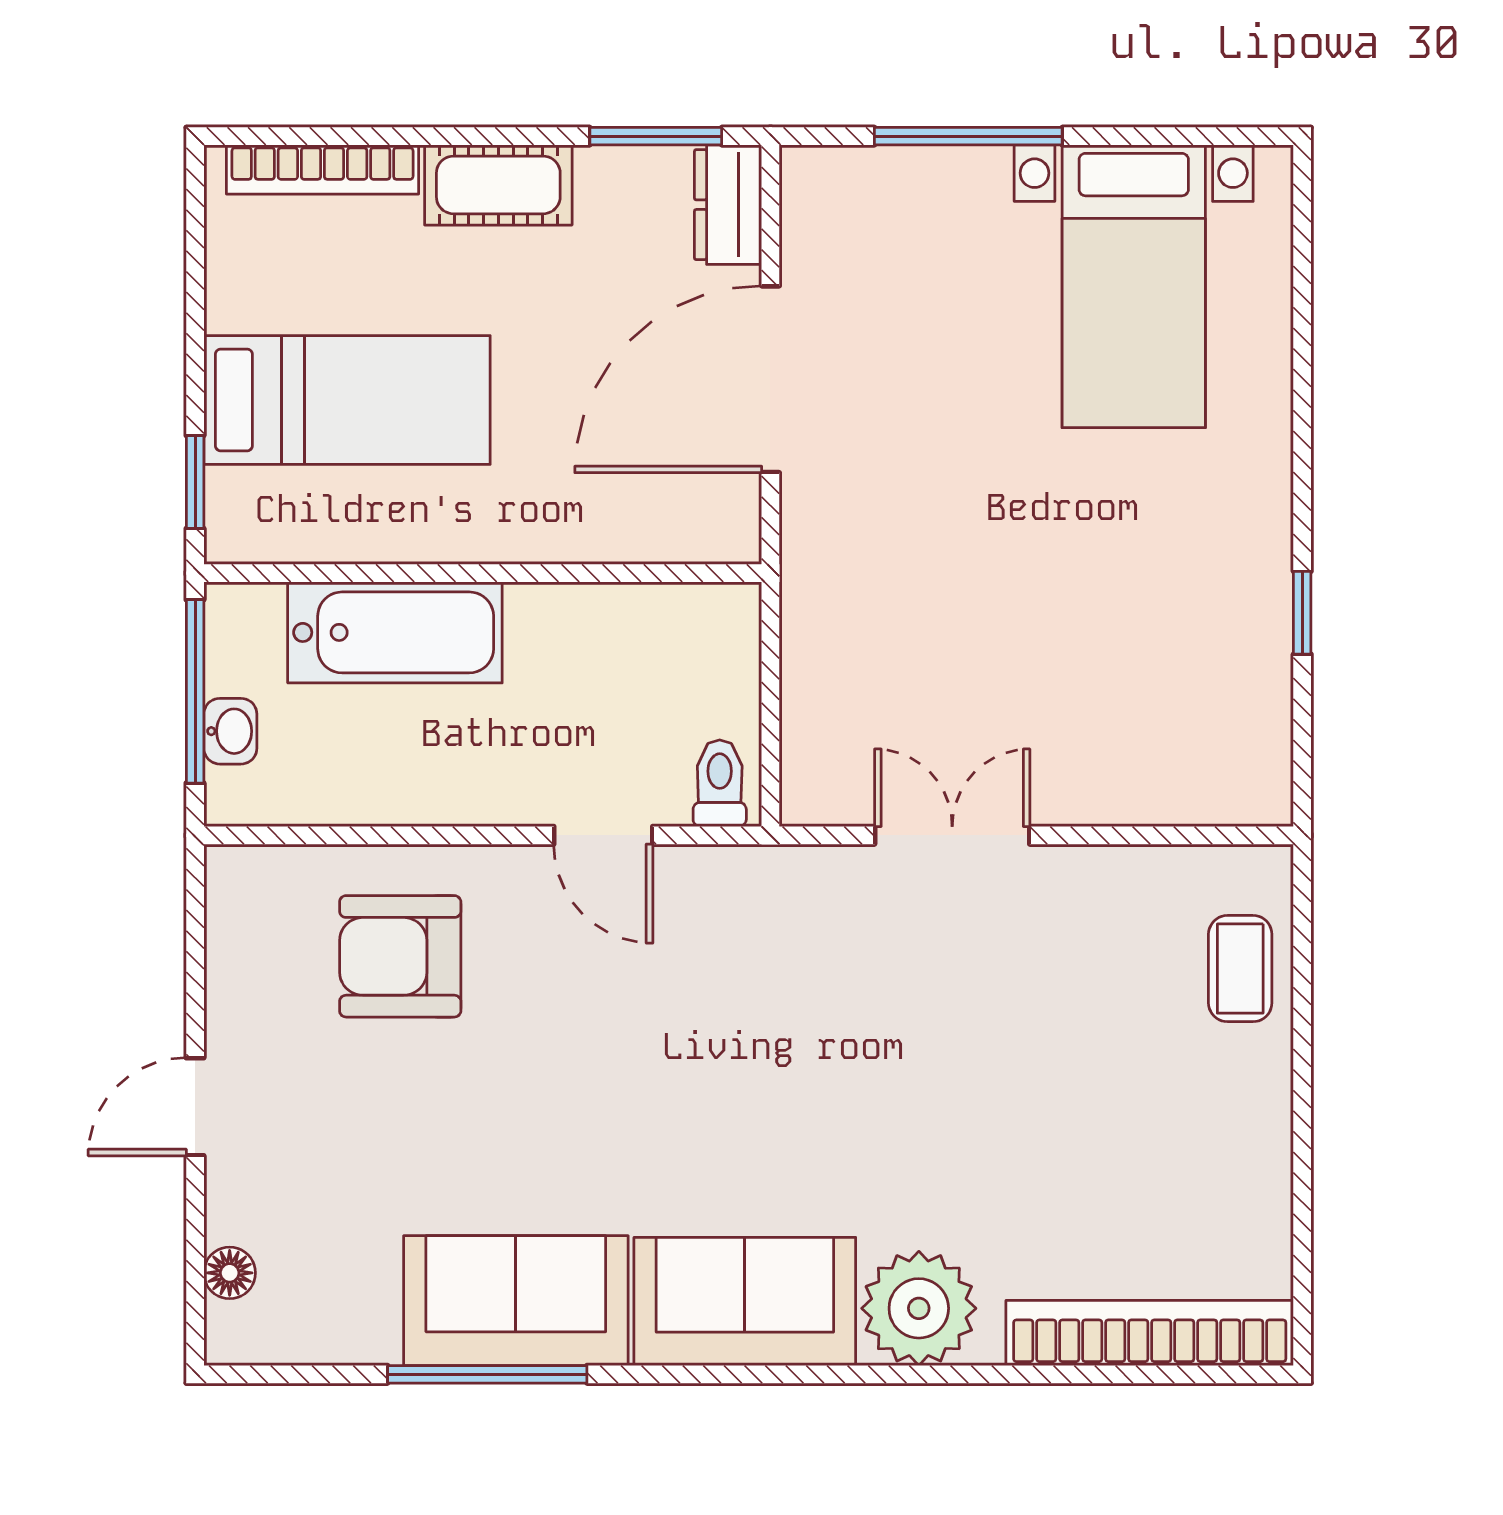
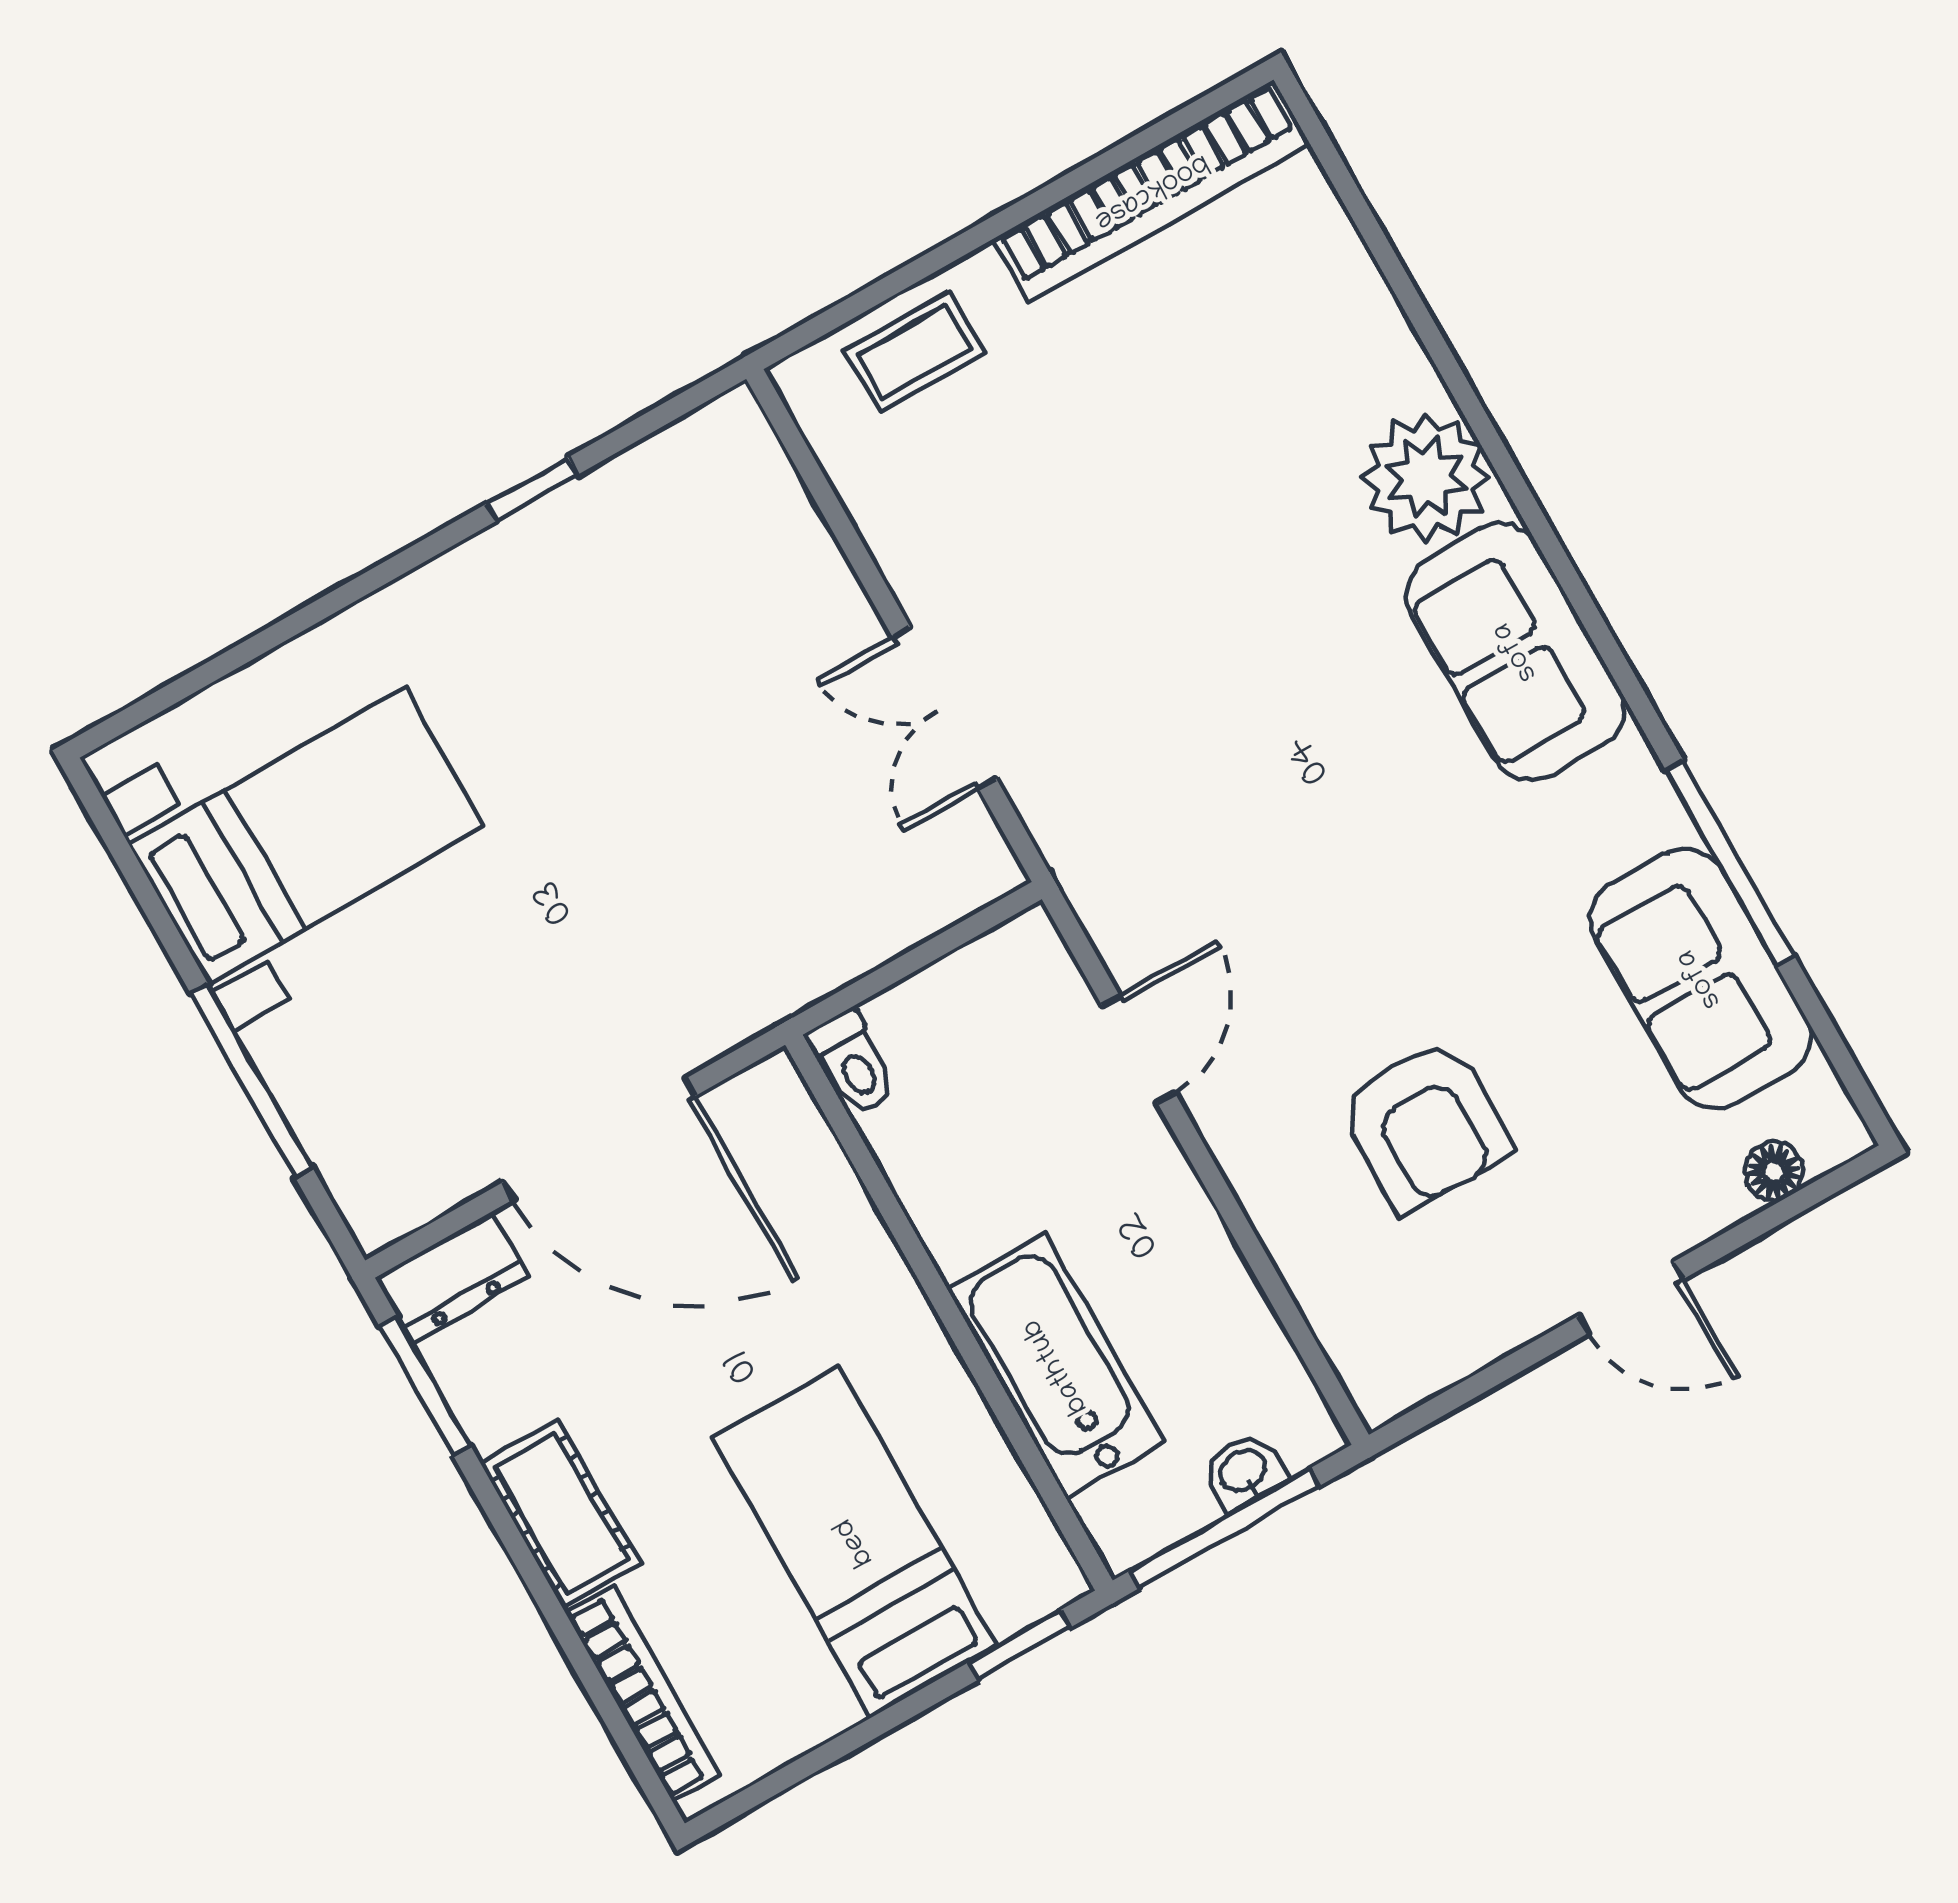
toilet: (720, 783) -> (852, 1063), moved, turned -90
armchair: (400, 956) -> (1425, 1125), moved
sofa: (516, 1301) -> (1700, 979), moved
bookcase: (1150, 1333) -> (1151, 191), moved, turned -90

